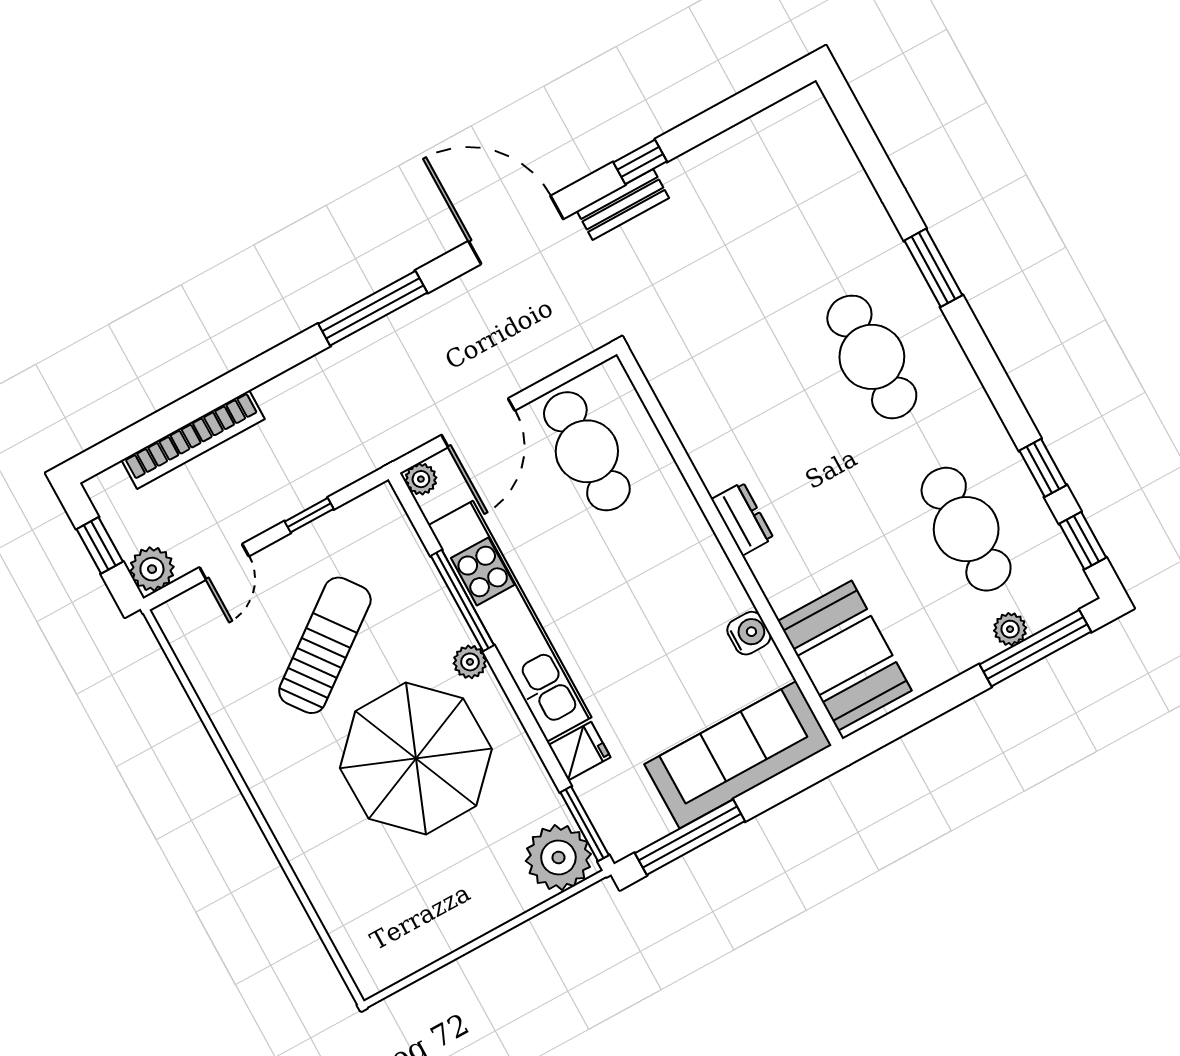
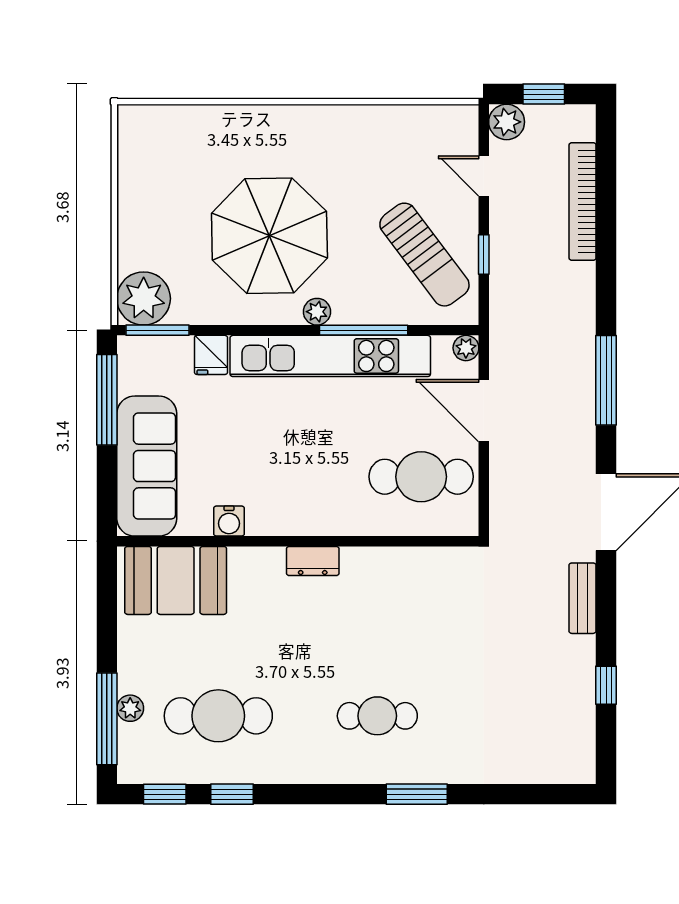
window: (640, 162) -> (606, 685), moved
cafe table: (872, 357) -> (377, 716), width x0.73, depth x0.74
sun lounger: (325, 645) -> (424, 255), moved

